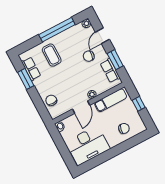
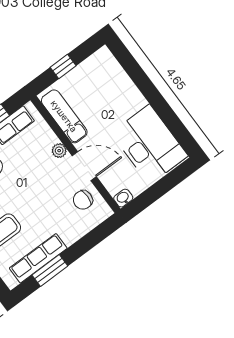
row of seats: (31, 69) -> (38, 258), width x1.48
chair: (51, 100) -> (83, 200), moved
chair: (124, 128) -> (110, 85), removed

